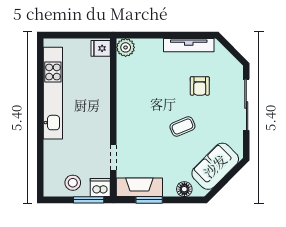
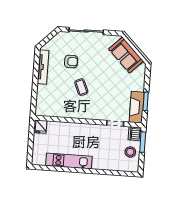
plant: (126, 47) -> (42, 110), removed
kitchen unit: (53, 93) -> (69, 161), width x0.73
coffee table: (182, 126) -> (81, 87), moved
floor lamp: (184, 189) -> (140, 77), removed

